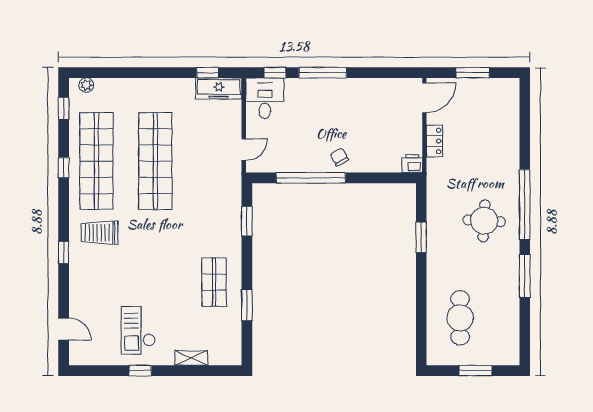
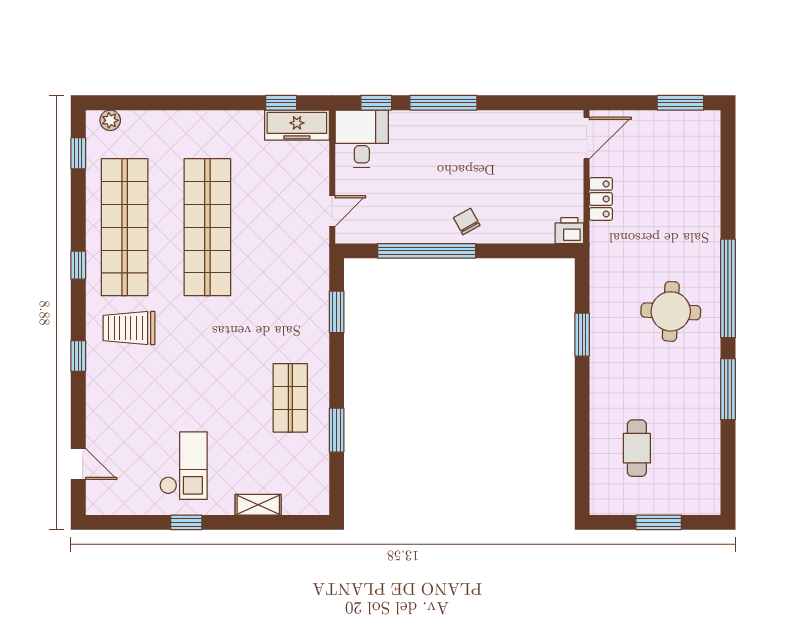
window: (473, 73) -> (680, 103), moved
window: (64, 168) -> (78, 265), moved
cafe table: (460, 318) -> (637, 448), width x0.73, depth x0.74
checkout: (138, 330) -> (183, 466), turned 180

